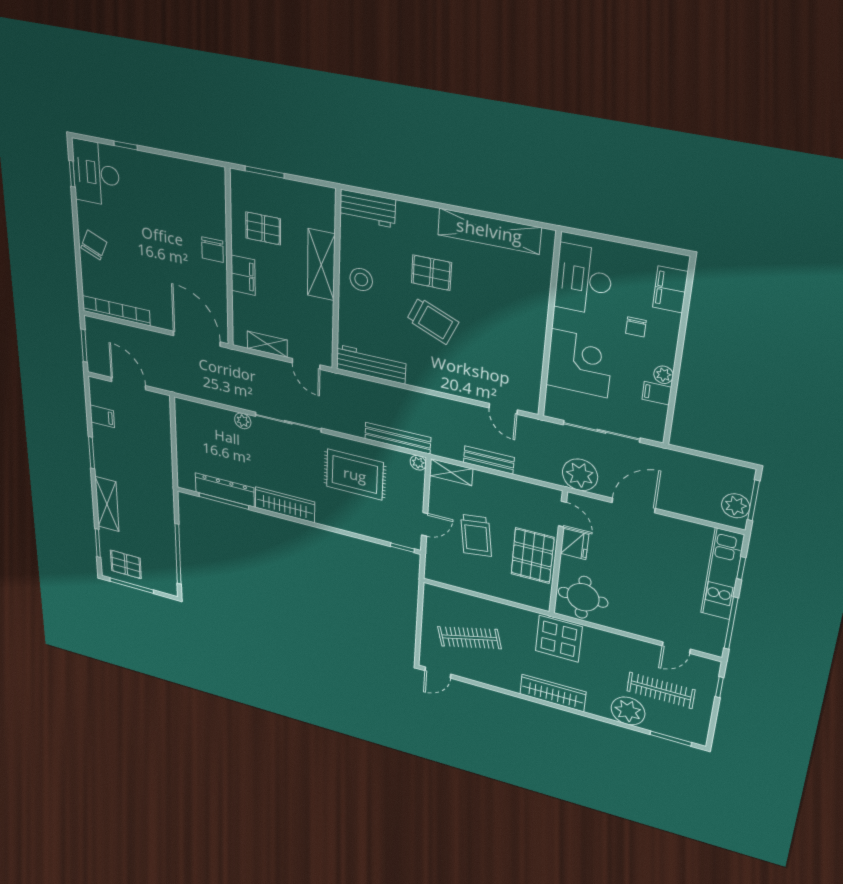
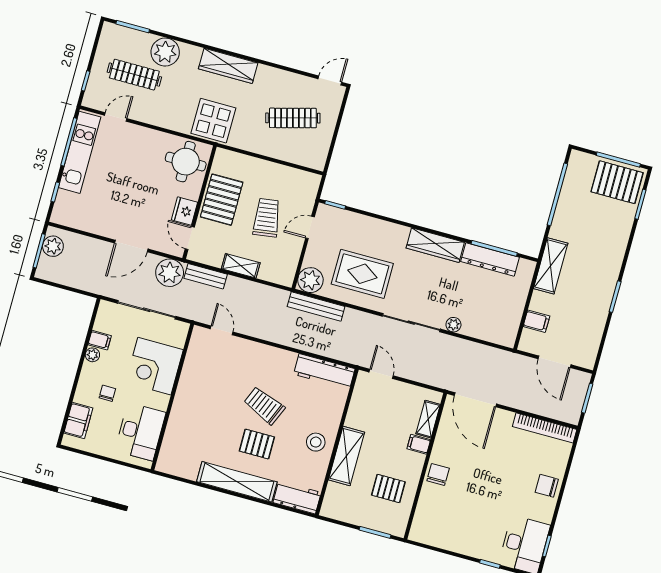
shelving: (489, 231) -> (237, 482), moved
chair: (94, 245) -> (547, 486), turned 67
filing cabinet: (243, 275) -> (419, 444), width x0.50
shelving: (267, 344) -> (428, 419), moved, turned 90
filing cabinet: (102, 416) -> (536, 321), moved, turned 180
bench: (489, 460) -> (206, 276), moved
plant: (418, 463) -> (310, 280), width x1.88, depth x1.88
shelving: (451, 472) -> (241, 266), moved
shelving: (107, 504) -> (551, 266), moved
pallet: (126, 564) -> (617, 182), width x1.50, depth x1.42
kitchen unit: (722, 574) -> (80, 152), moved

